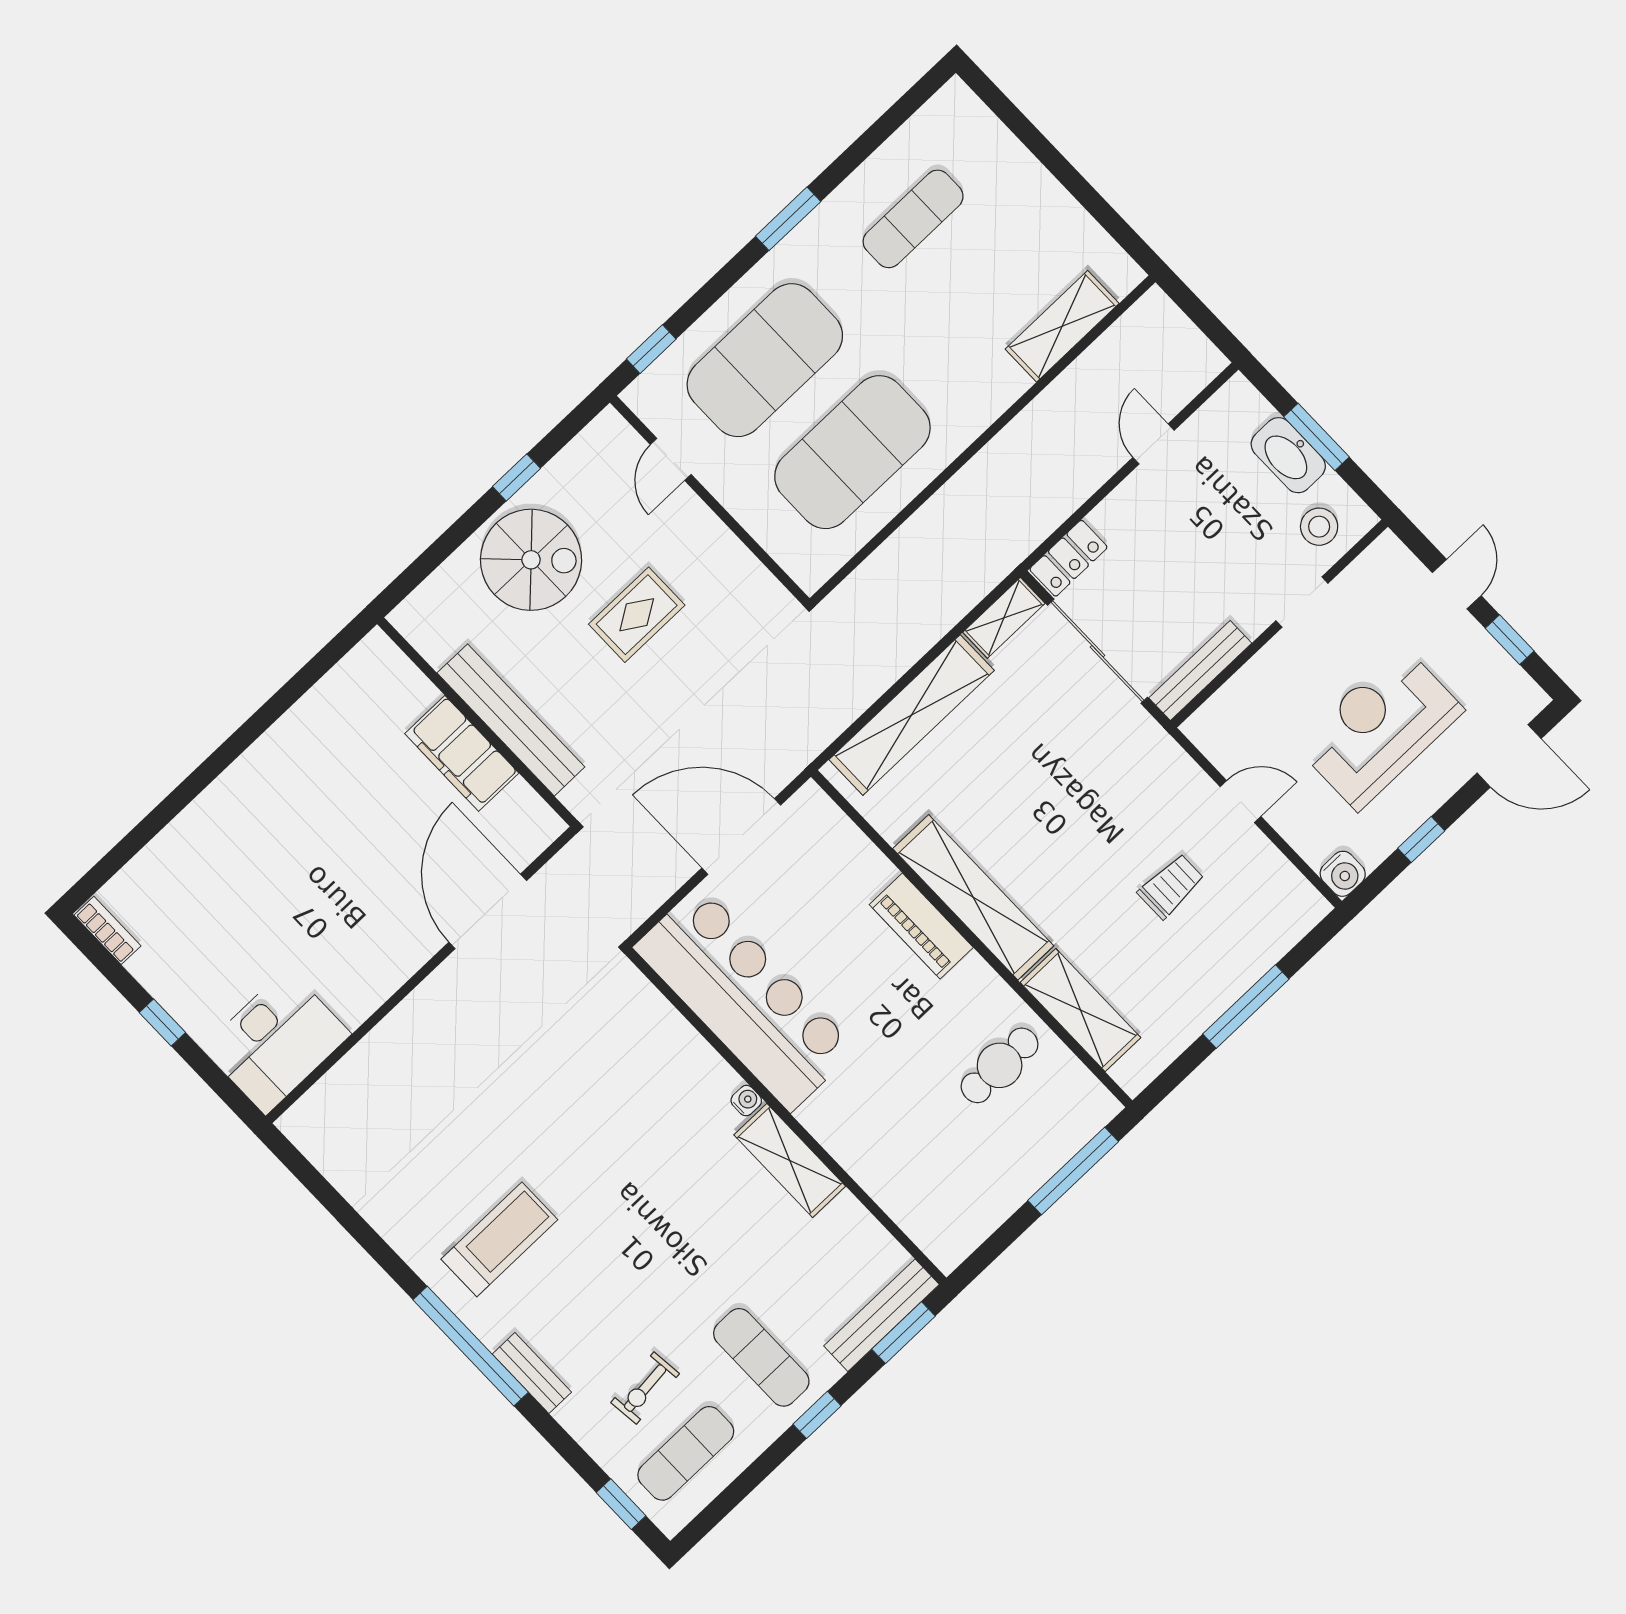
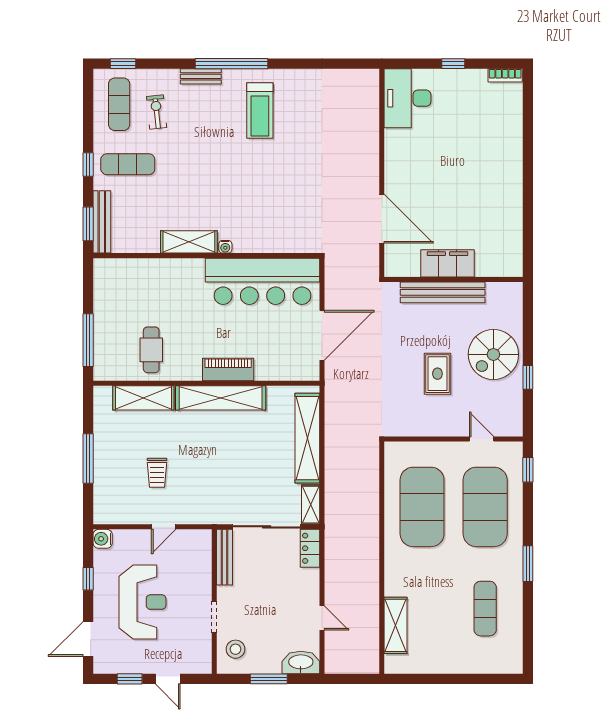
washbasin: (1288, 455) -> (301, 663), moved

